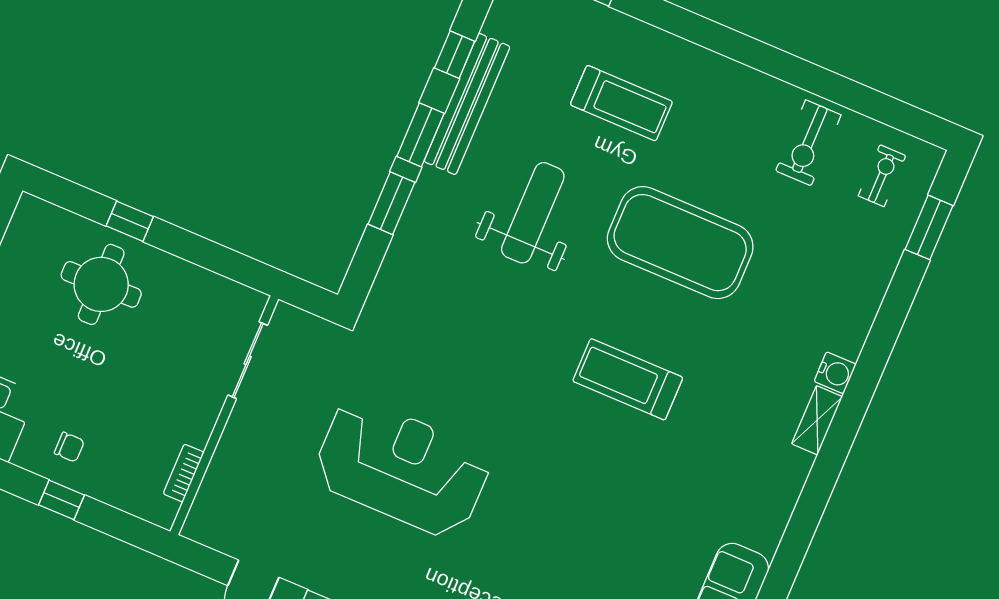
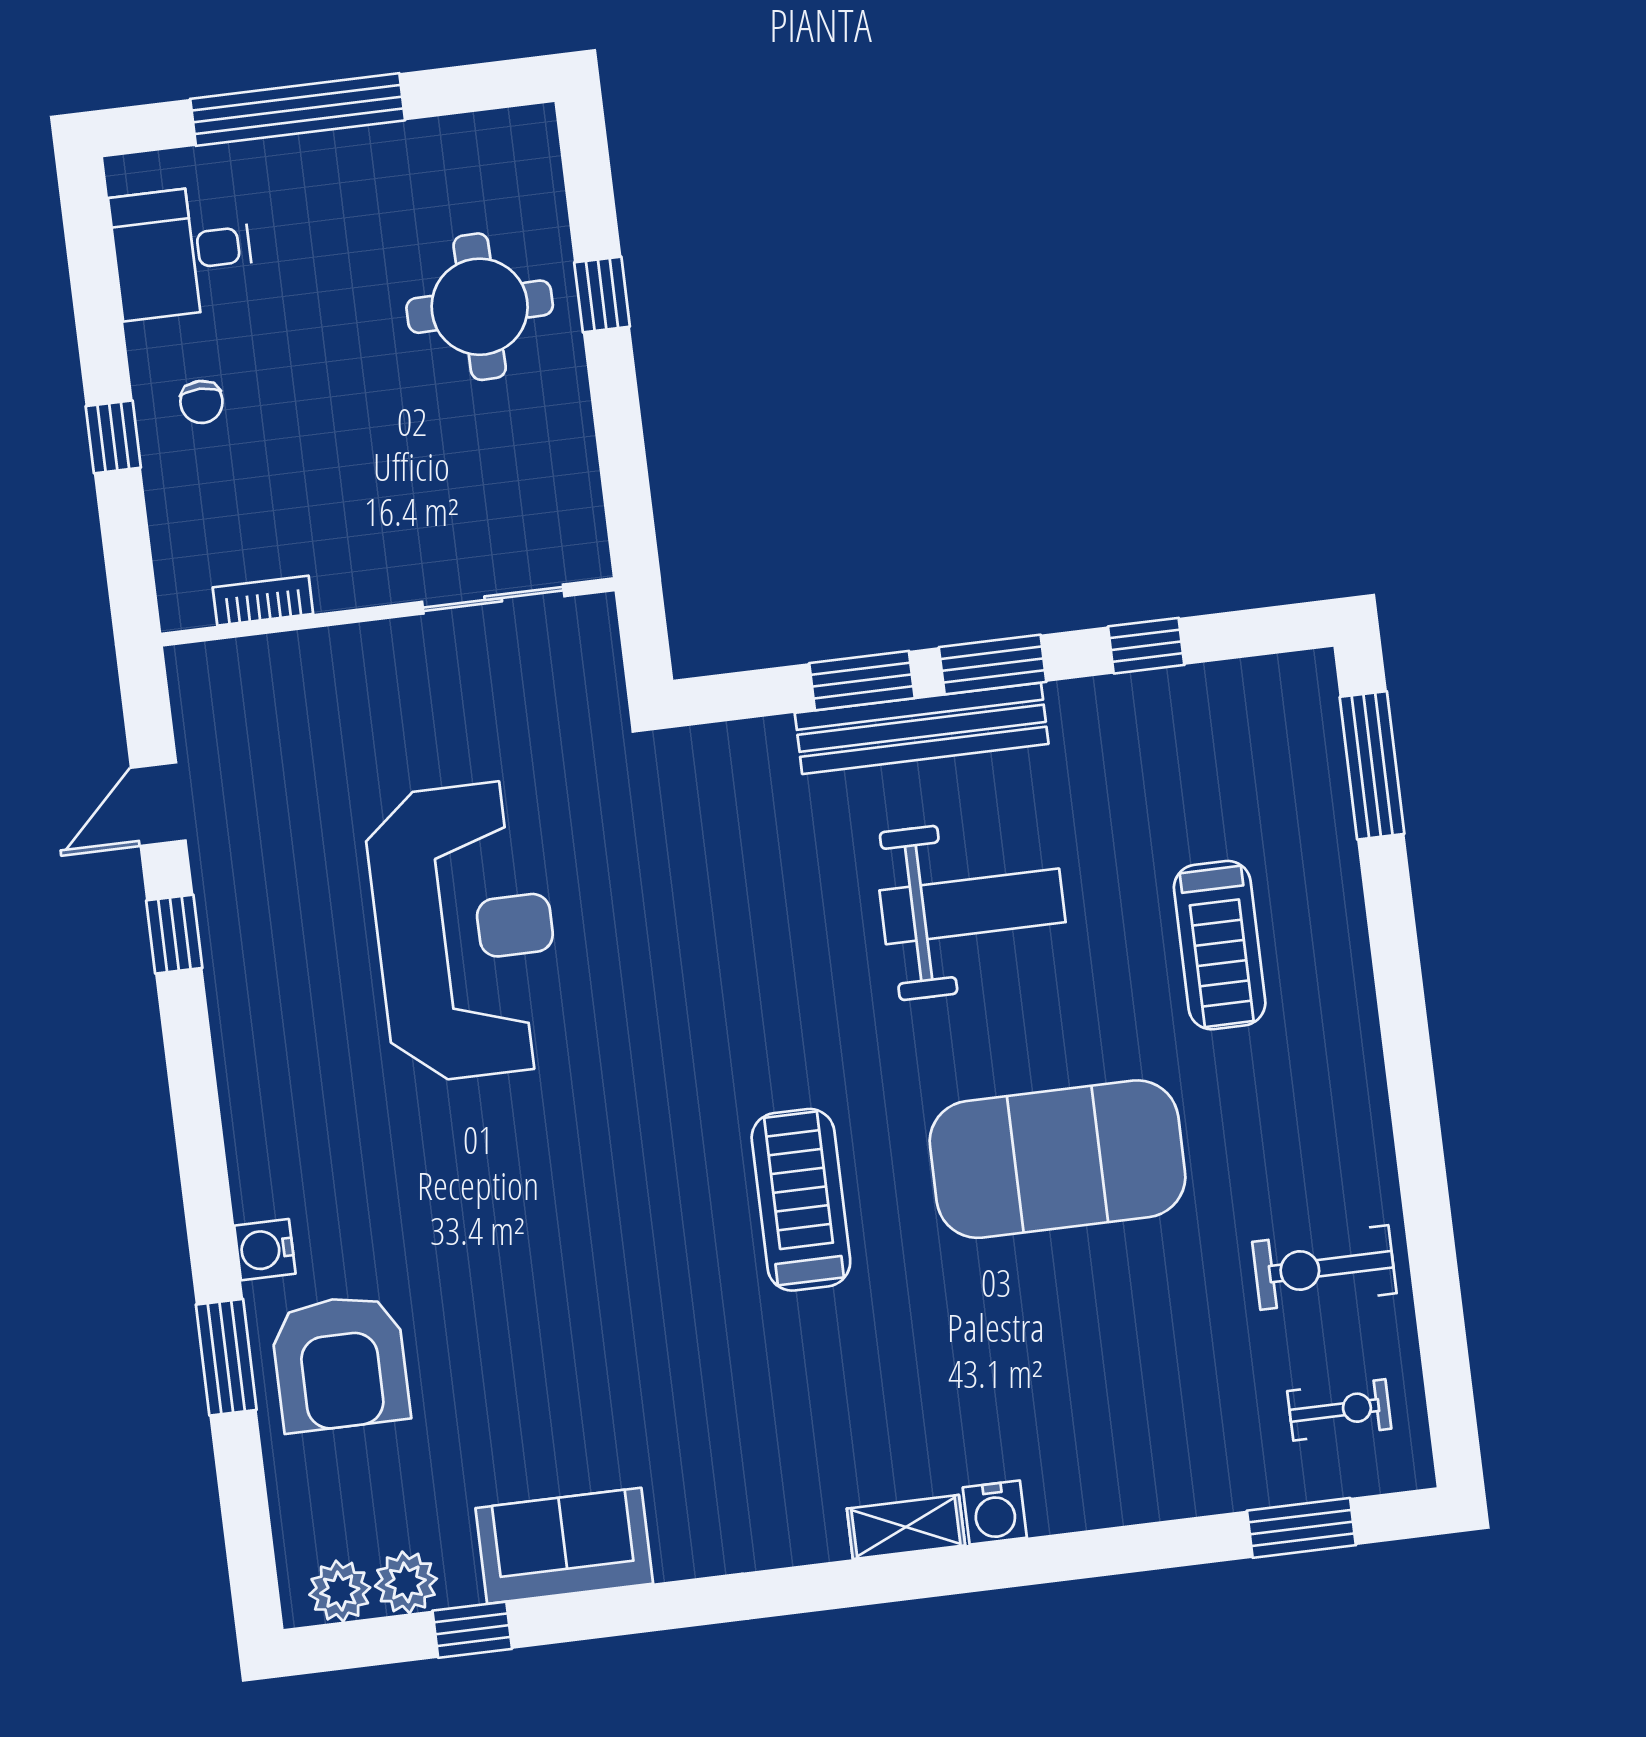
bench: (467, 104) -> (922, 728), moved
exercise mat: (680, 243) -> (1057, 1159), turned 90

